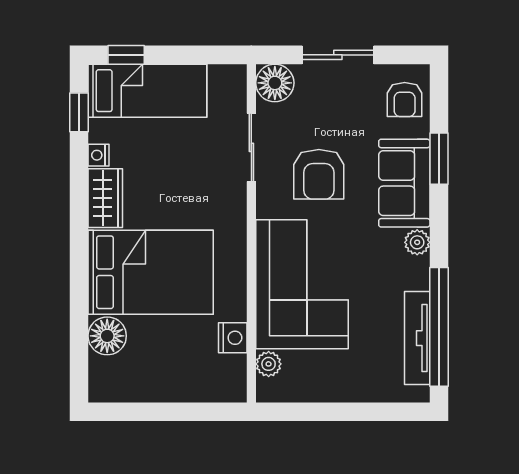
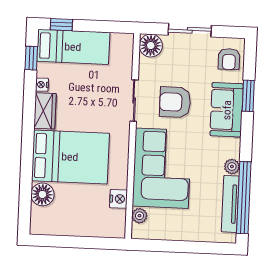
sliding door: (251, 147) -> (134, 101), moved
armchair: (319, 174) -> (175, 102), turned 90
plant: (417, 242) -> (232, 167), moved

